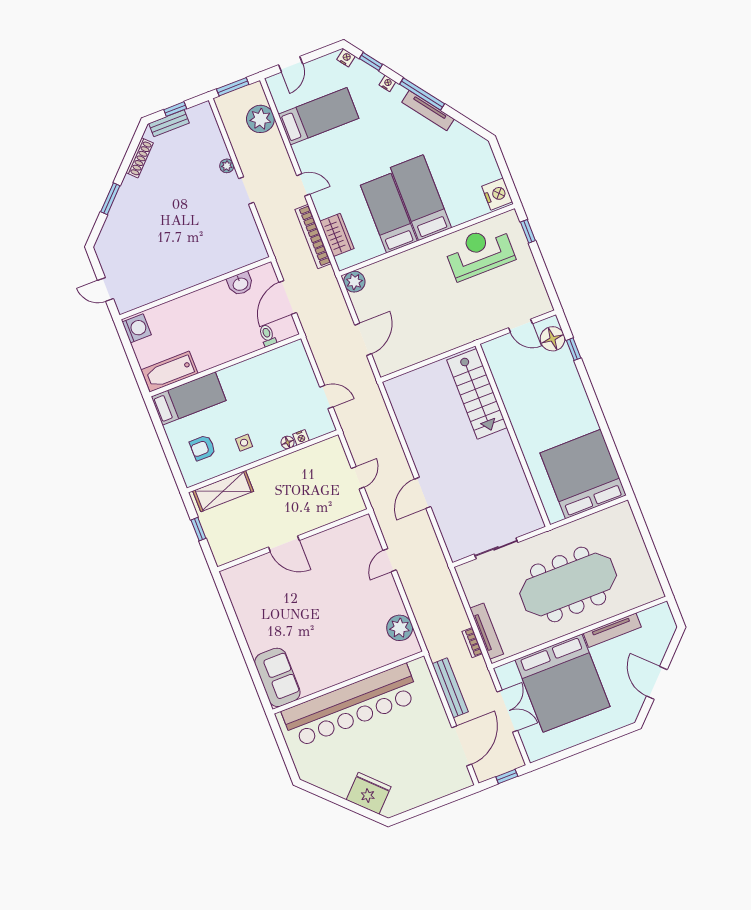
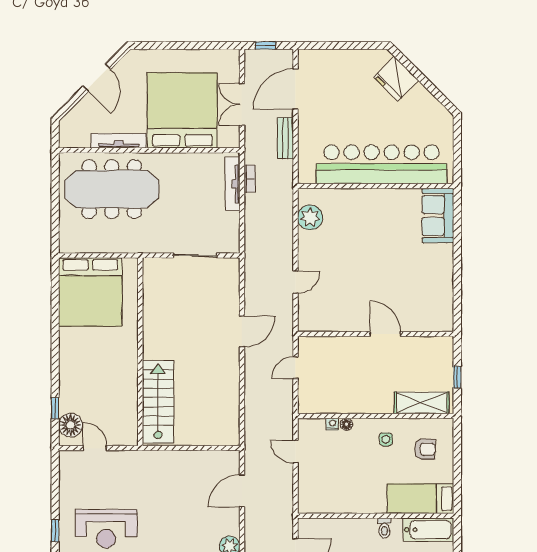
toilet: (267, 335) -> (384, 528), moved
meeting table: (568, 584) -> (112, 189), moved
bench: (450, 688) -> (285, 138), width x0.73

